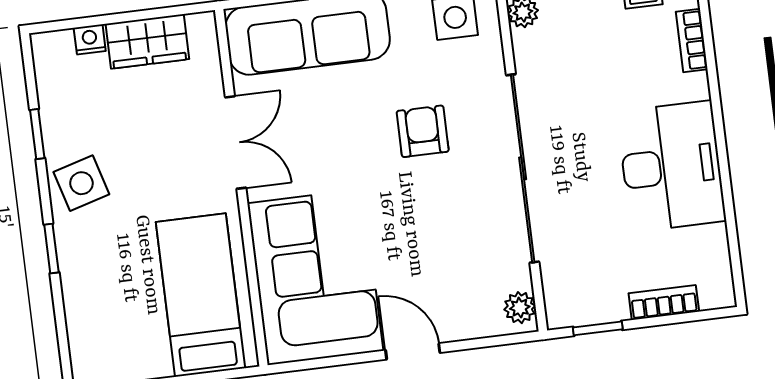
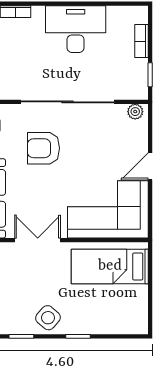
armchair: (423, 131) -> (43, 148), width x1.38, depth x1.38
side table: (81, 183) -> (48, 318), turned -33

